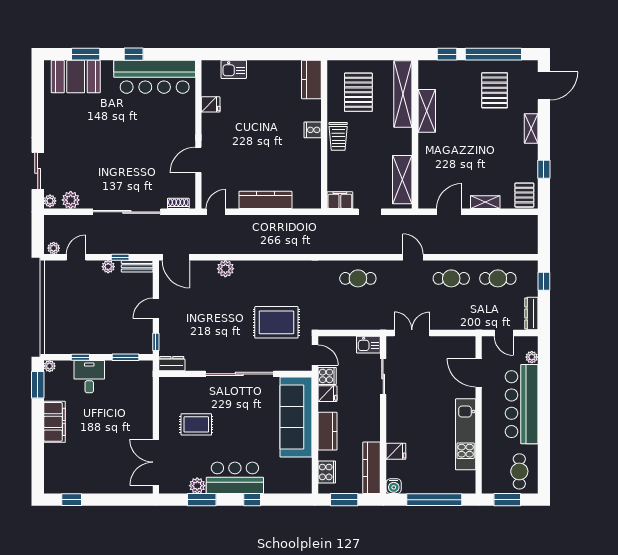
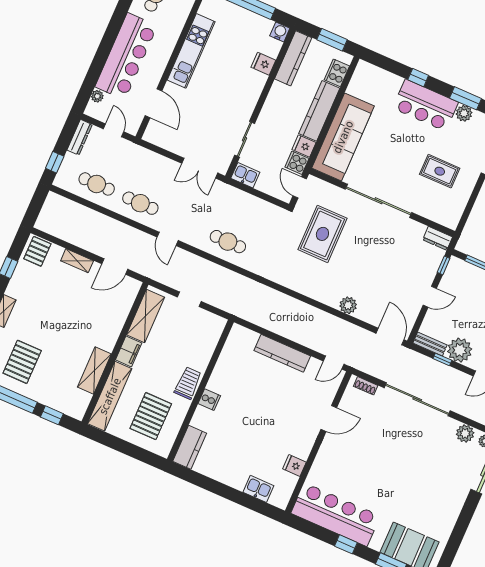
filing cabinet: (340, 200) -> (129, 351), moved, turned -90
plant: (108, 267) -> (460, 350), width x1.87, depth x1.87
rug: (276, 322) -> (322, 234), turned 90
kitchen counter: (328, 431) -> (319, 111), width x1.50

